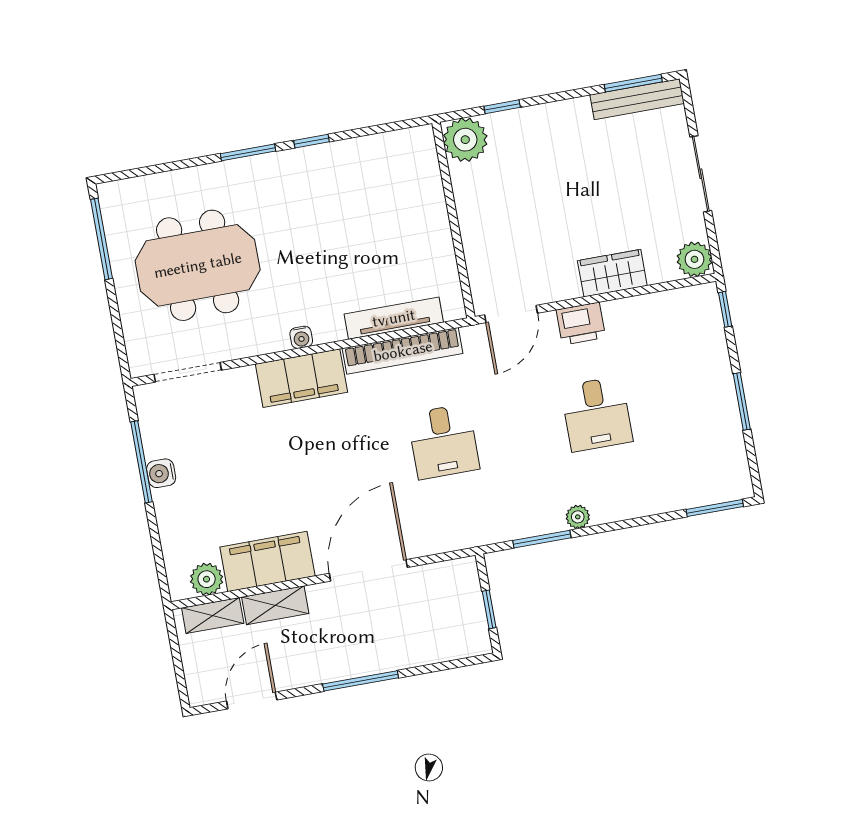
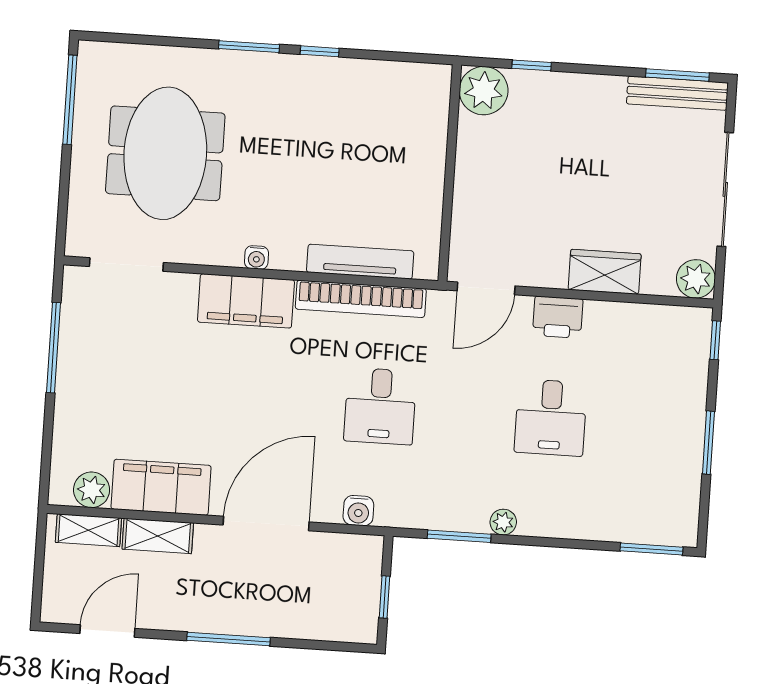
sliding door: (701, 174) -> (725, 189), width x1.37
meeting table: (198, 265) -> (165, 153), turned 90
water cooler: (161, 473) -> (358, 511), moved, turned -90

